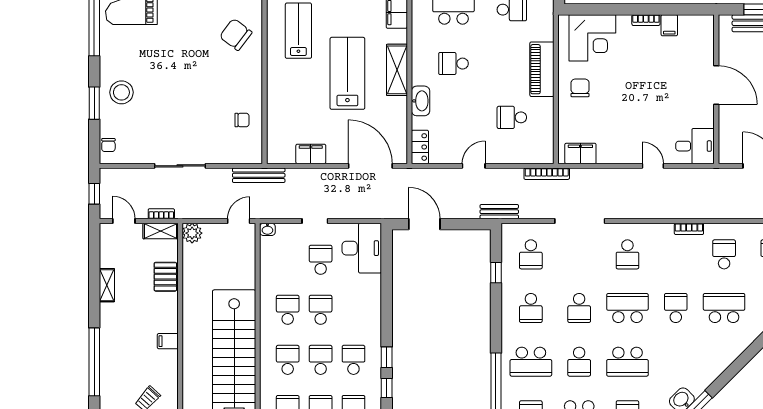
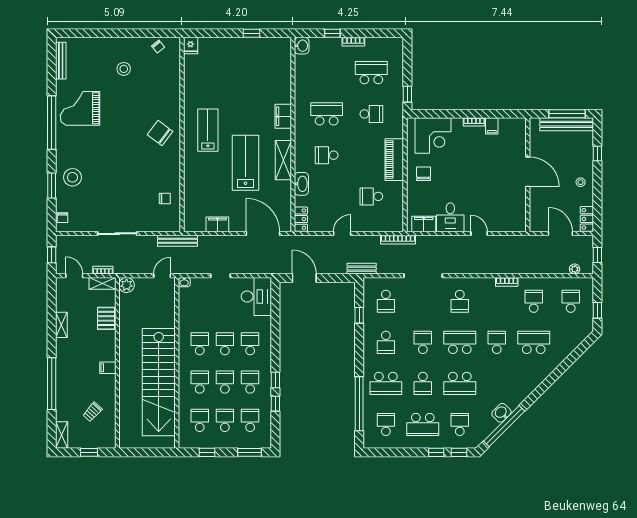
desk: (695, 146) -> (450, 217), moved, turned 90
school desk: (321, 260) -> (250, 344), moved
school desk: (579, 308) -> (423, 342), turned 180

